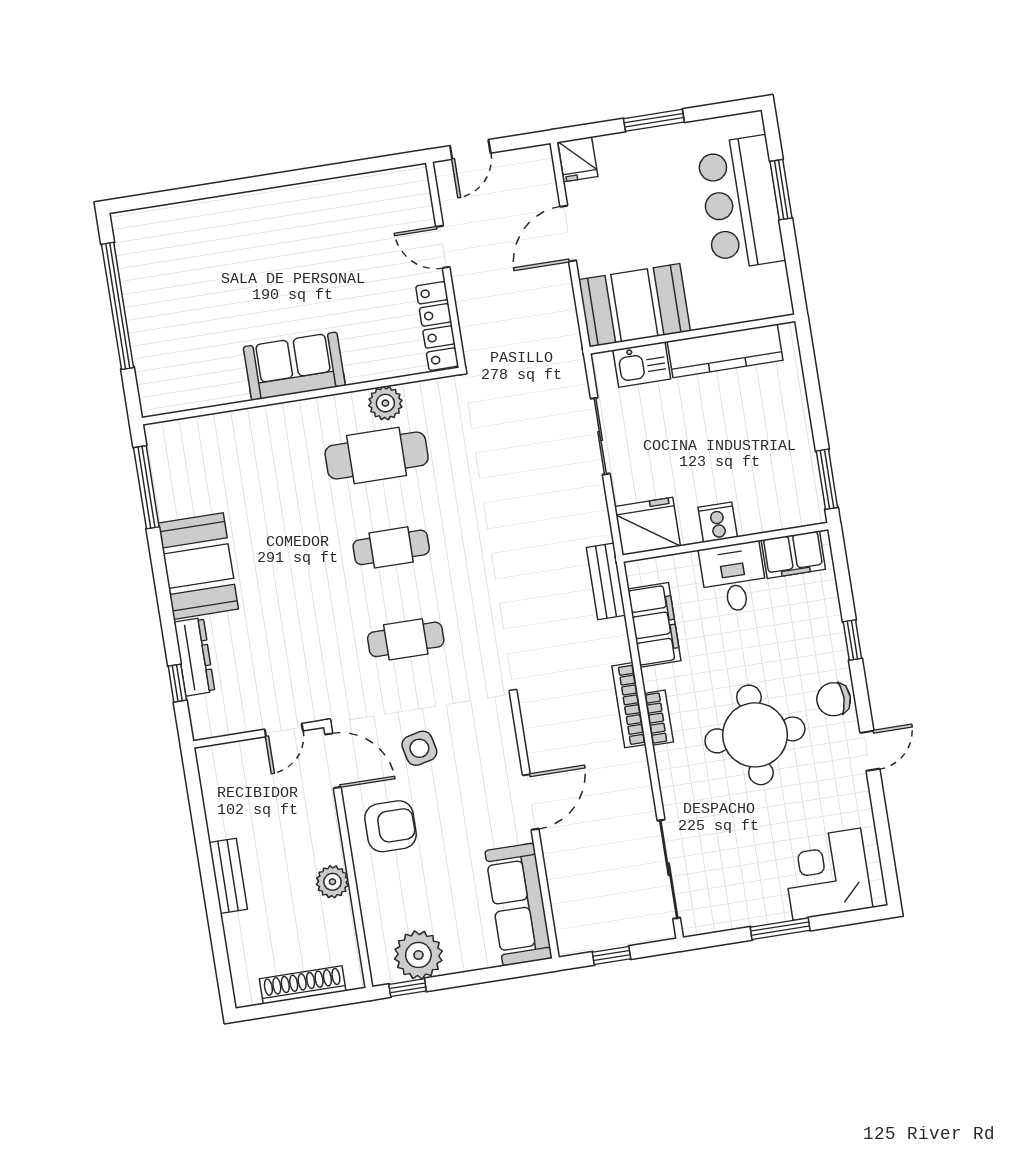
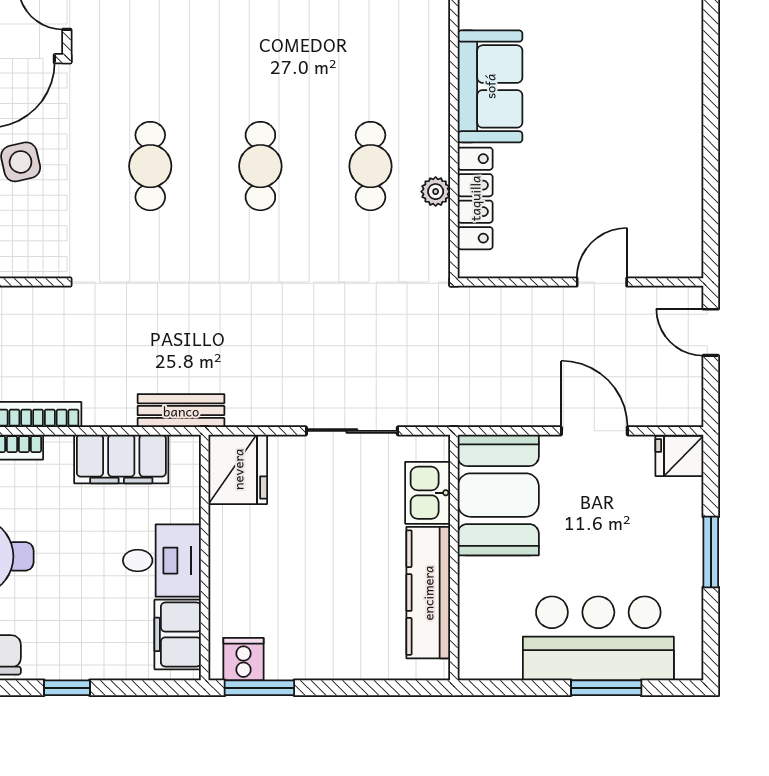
locker: (437, 326) -> (475, 198), moved, turned 90
plant: (385, 403) -> (436, 192), width x0.73, depth x0.73
cafe table: (377, 455) -> (371, 166), width x0.73, depth x0.74
cooker: (718, 522) -> (243, 659), moved, turned -90

